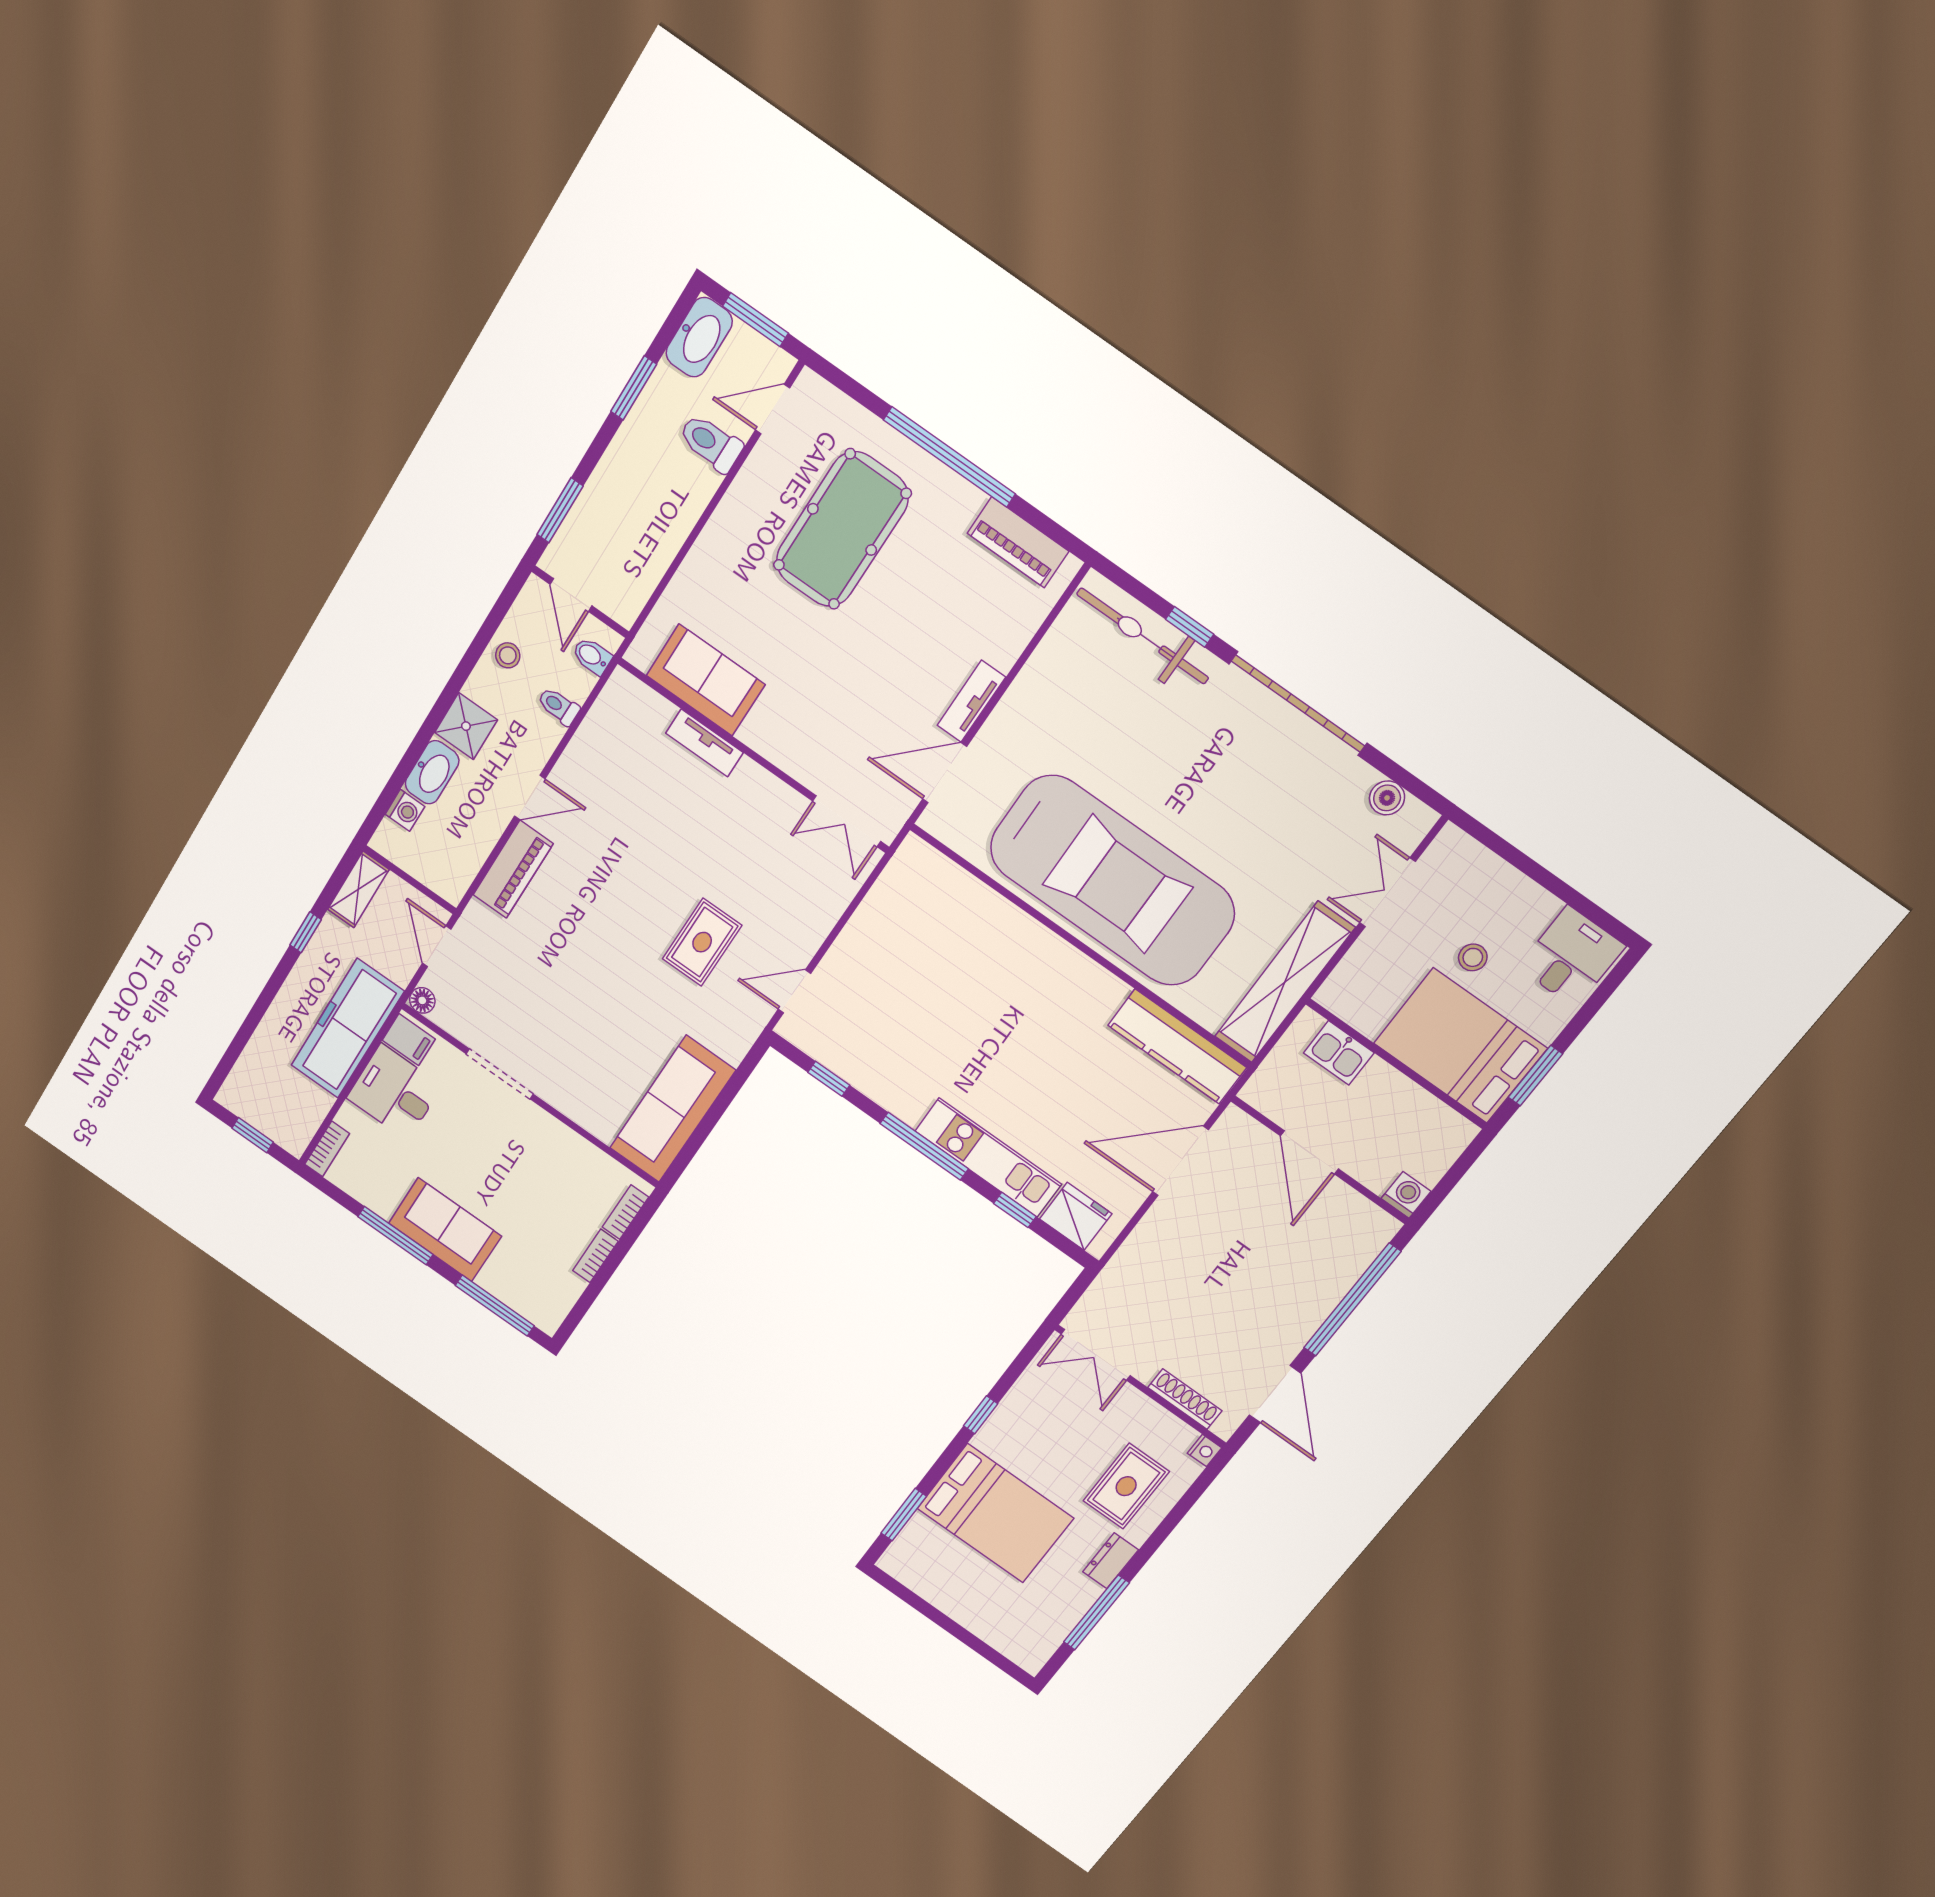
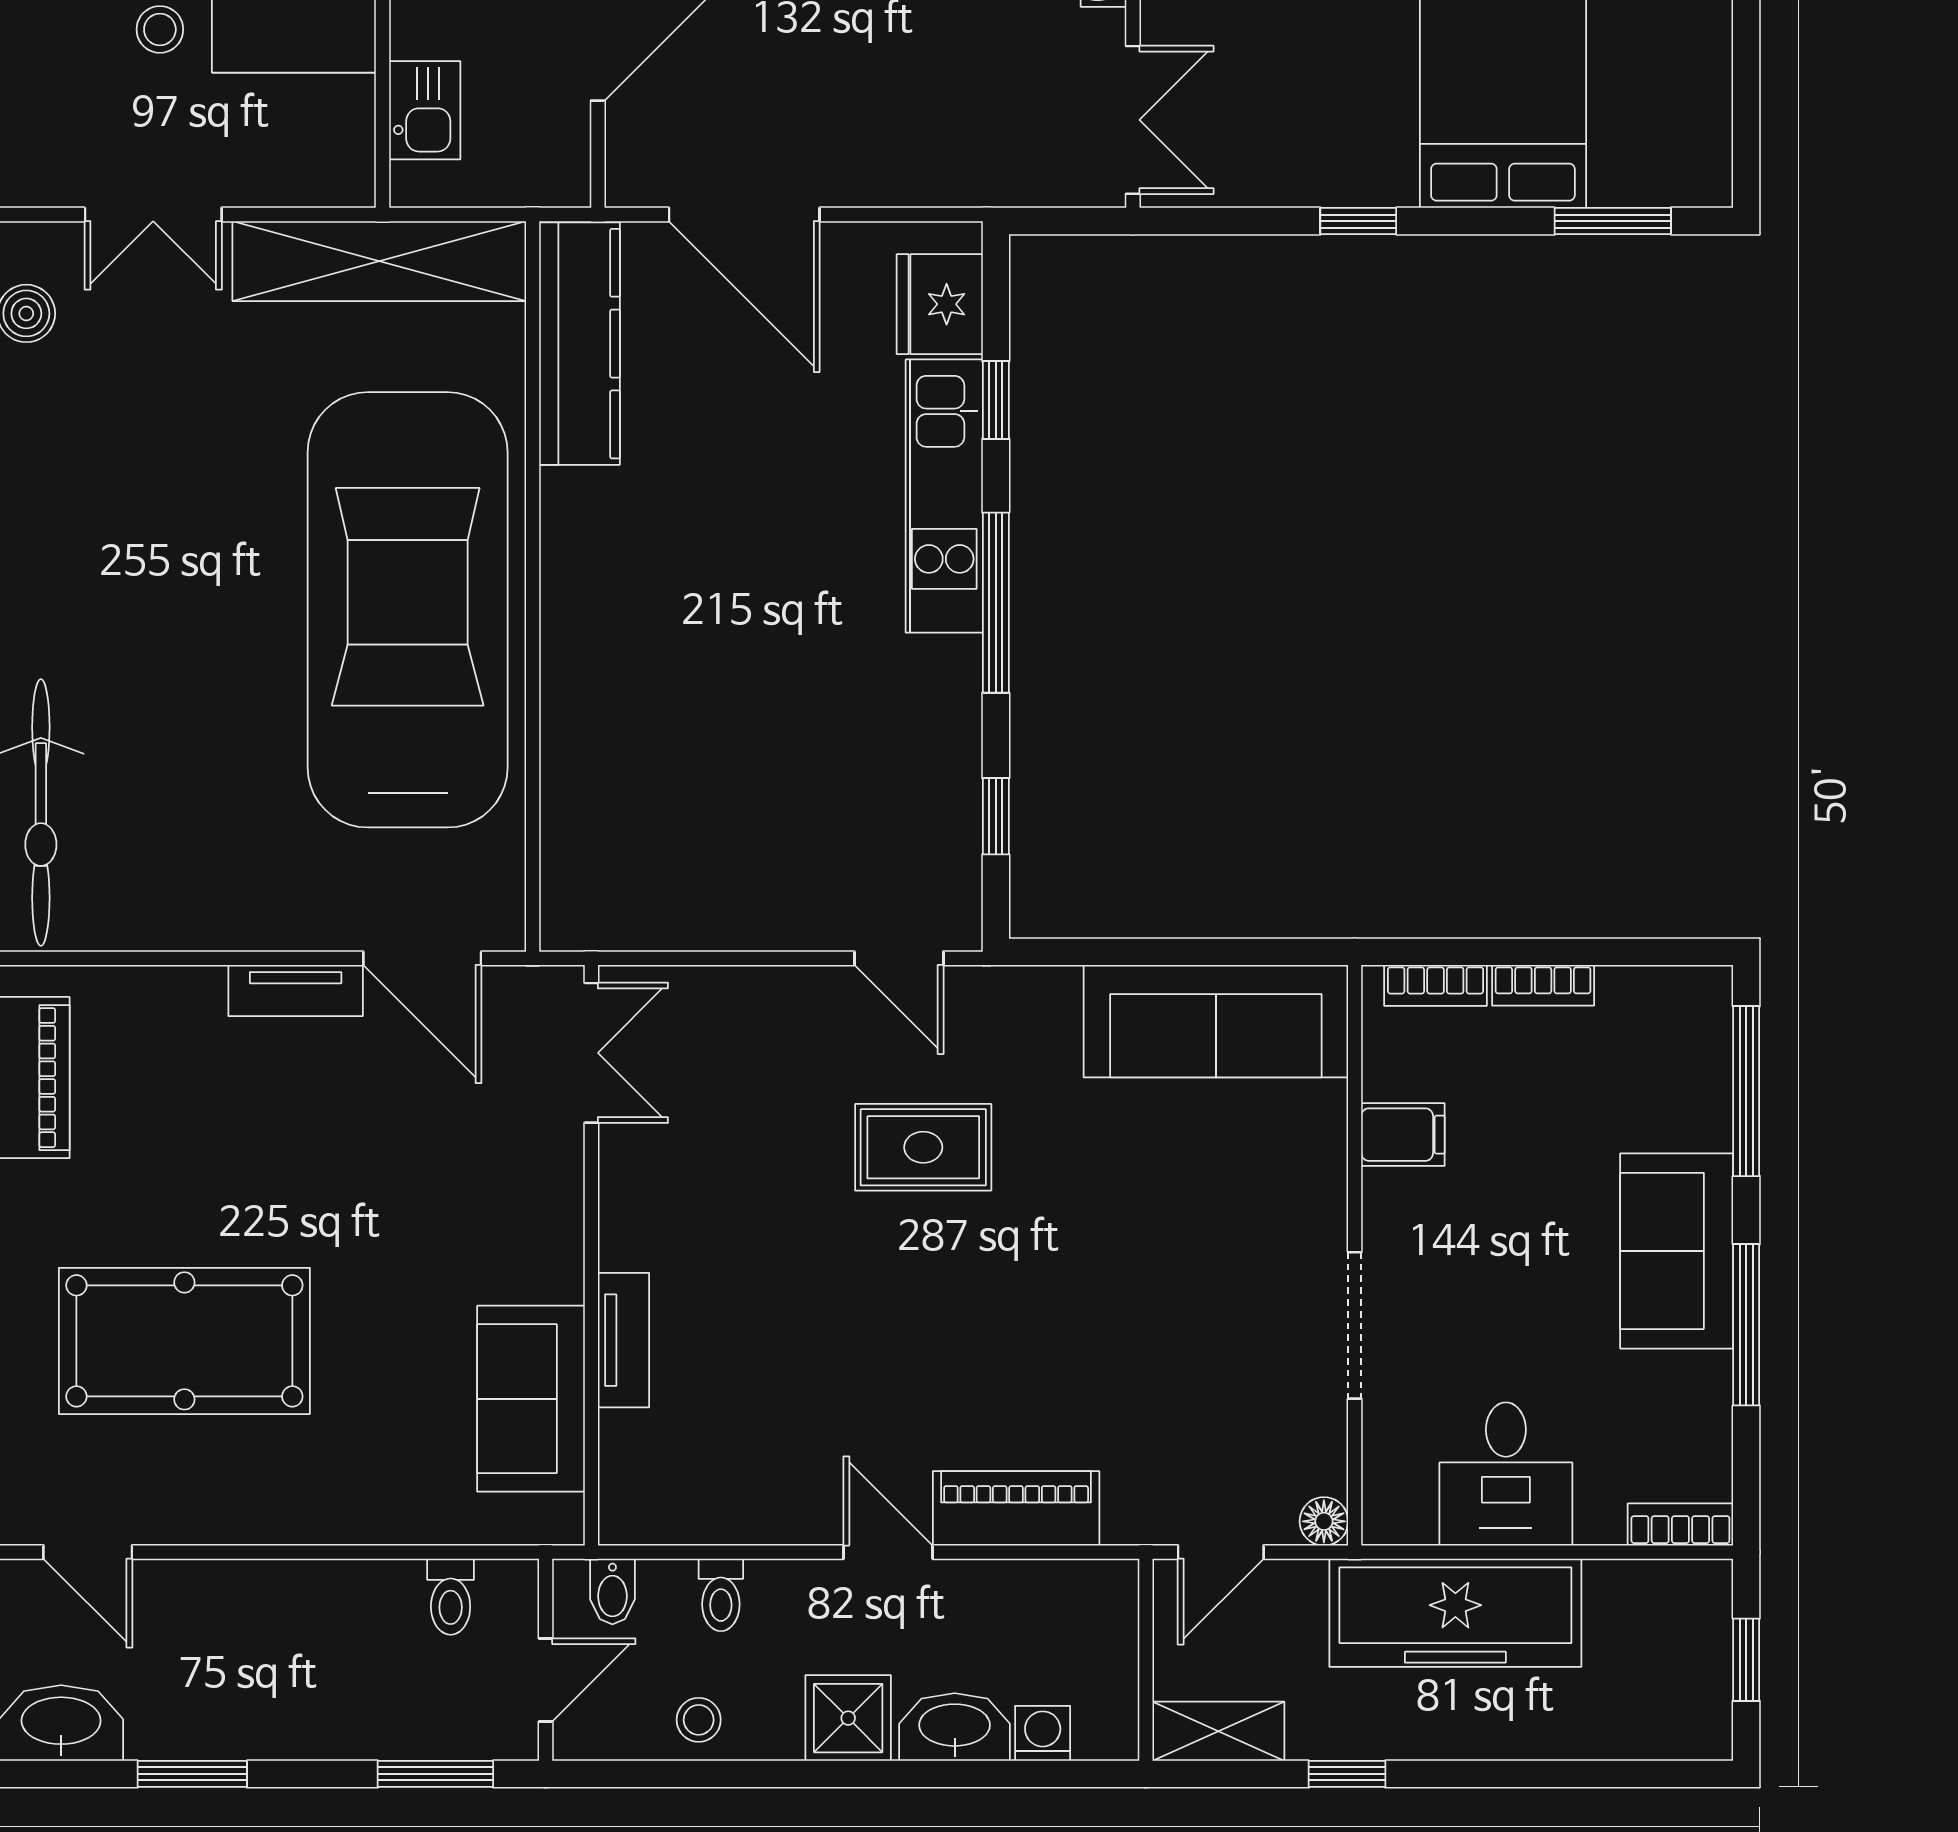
toilet: (711, 443) -> (451, 1597), moved, width x0.73, depth x0.72
filing cabinet: (409, 1040) -> (1403, 1135), moved, turned 90

